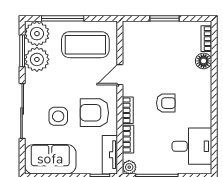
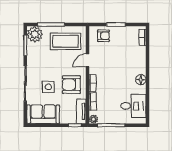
plant: (37, 59) -> (35, 51), removed
floor lamp: (204, 61) -> (141, 80), moved
armchair: (166, 103) -> (103, 36), moved

